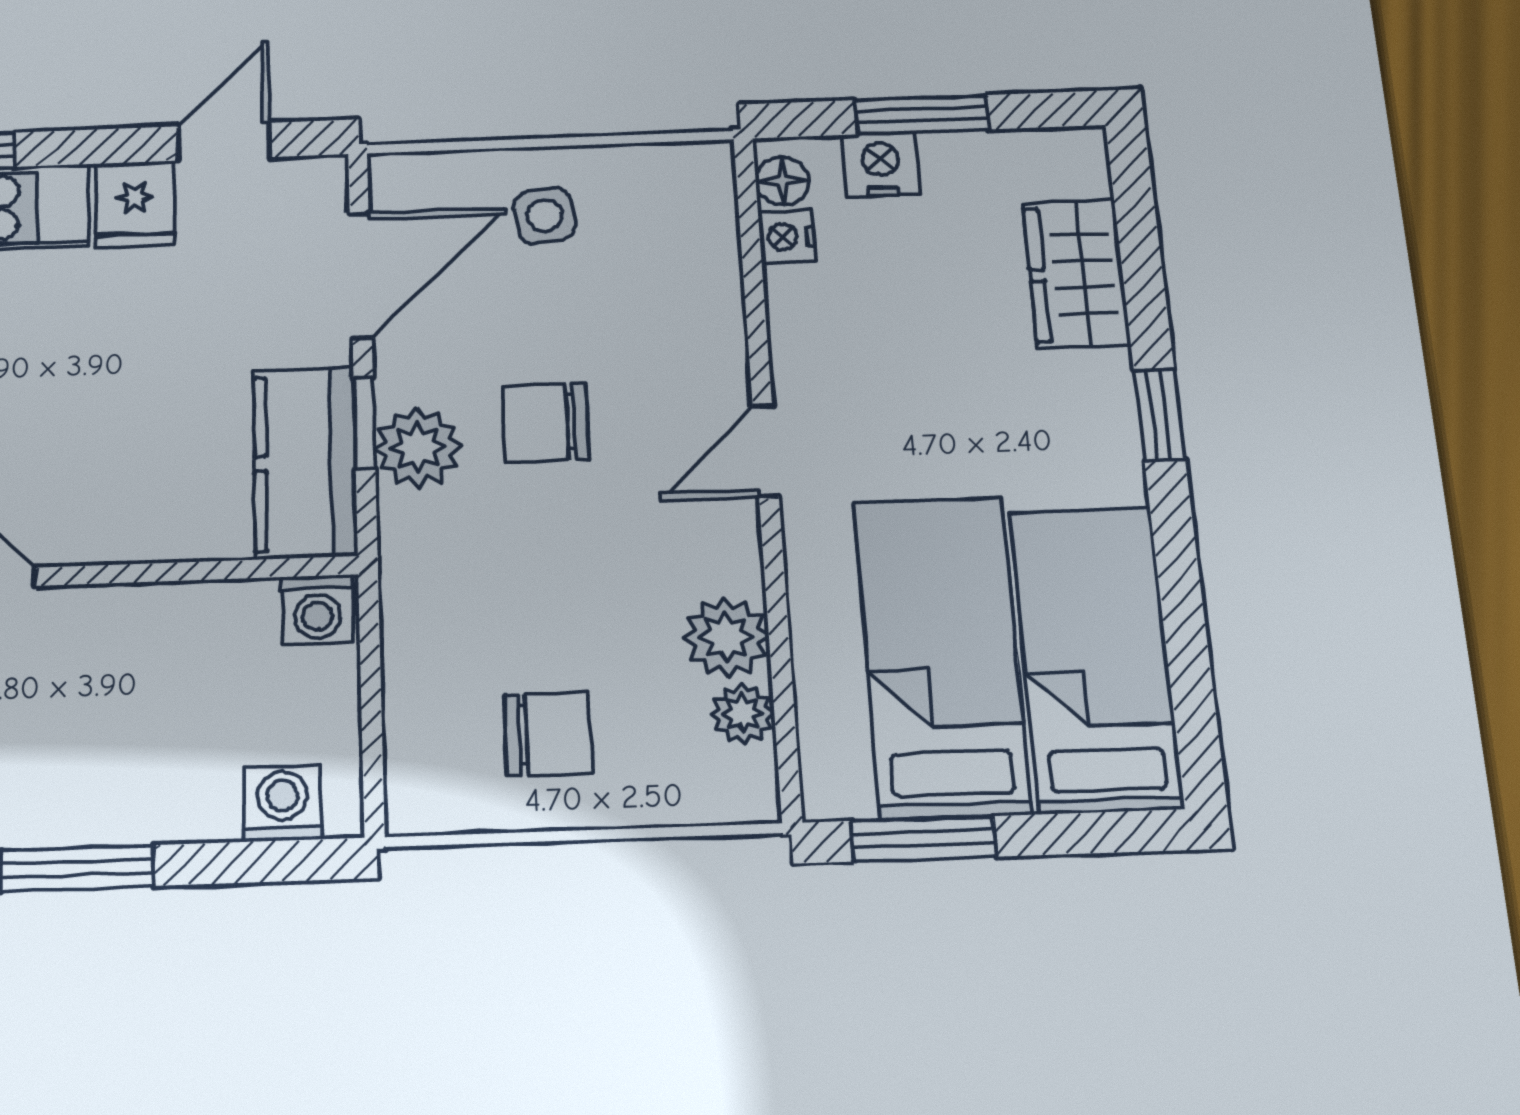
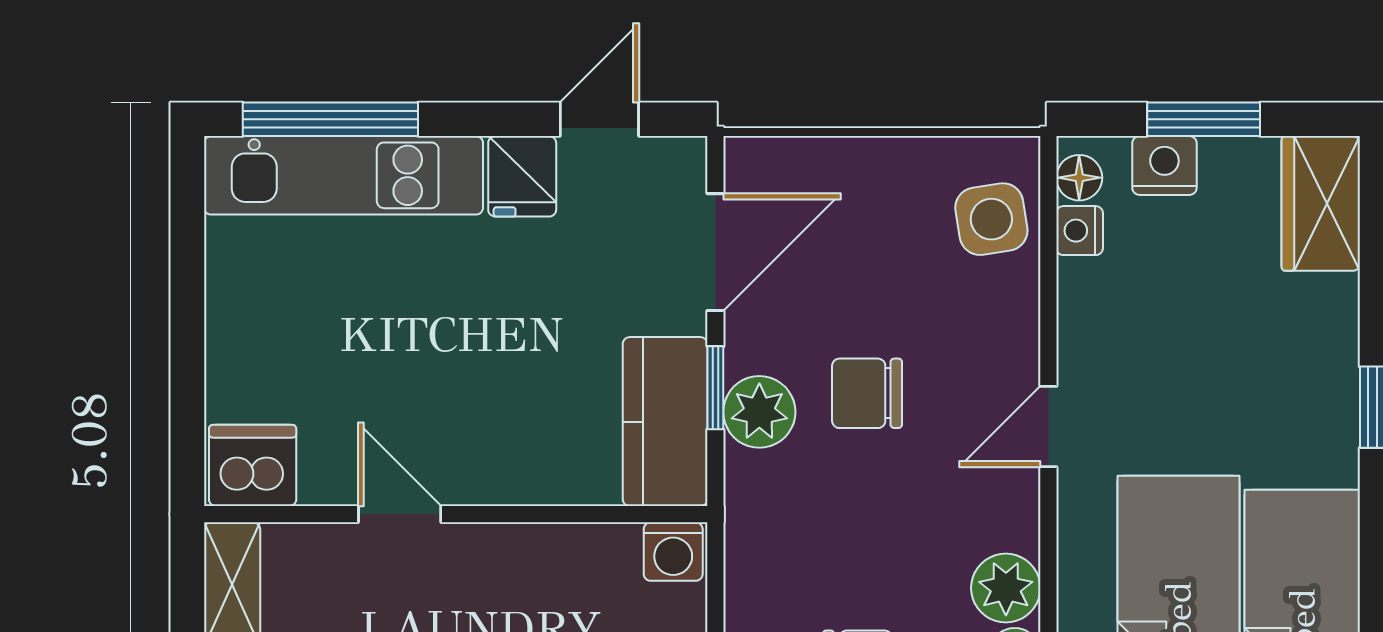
side table: (544, 215) -> (991, 219), moved, width x1.37, depth x1.37
wardrobe: (1076, 274) -> (1321, 203), moved

